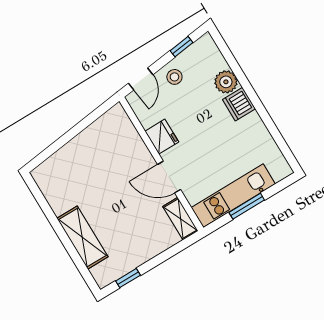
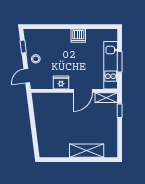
door: (141, 79) -> (27, 76), swing flipped
plant: (226, 82) -> (53, 35), removed
dishwasher: (239, 104) -> (78, 36), moved
window: (128, 278) -> (120, 111), moved

